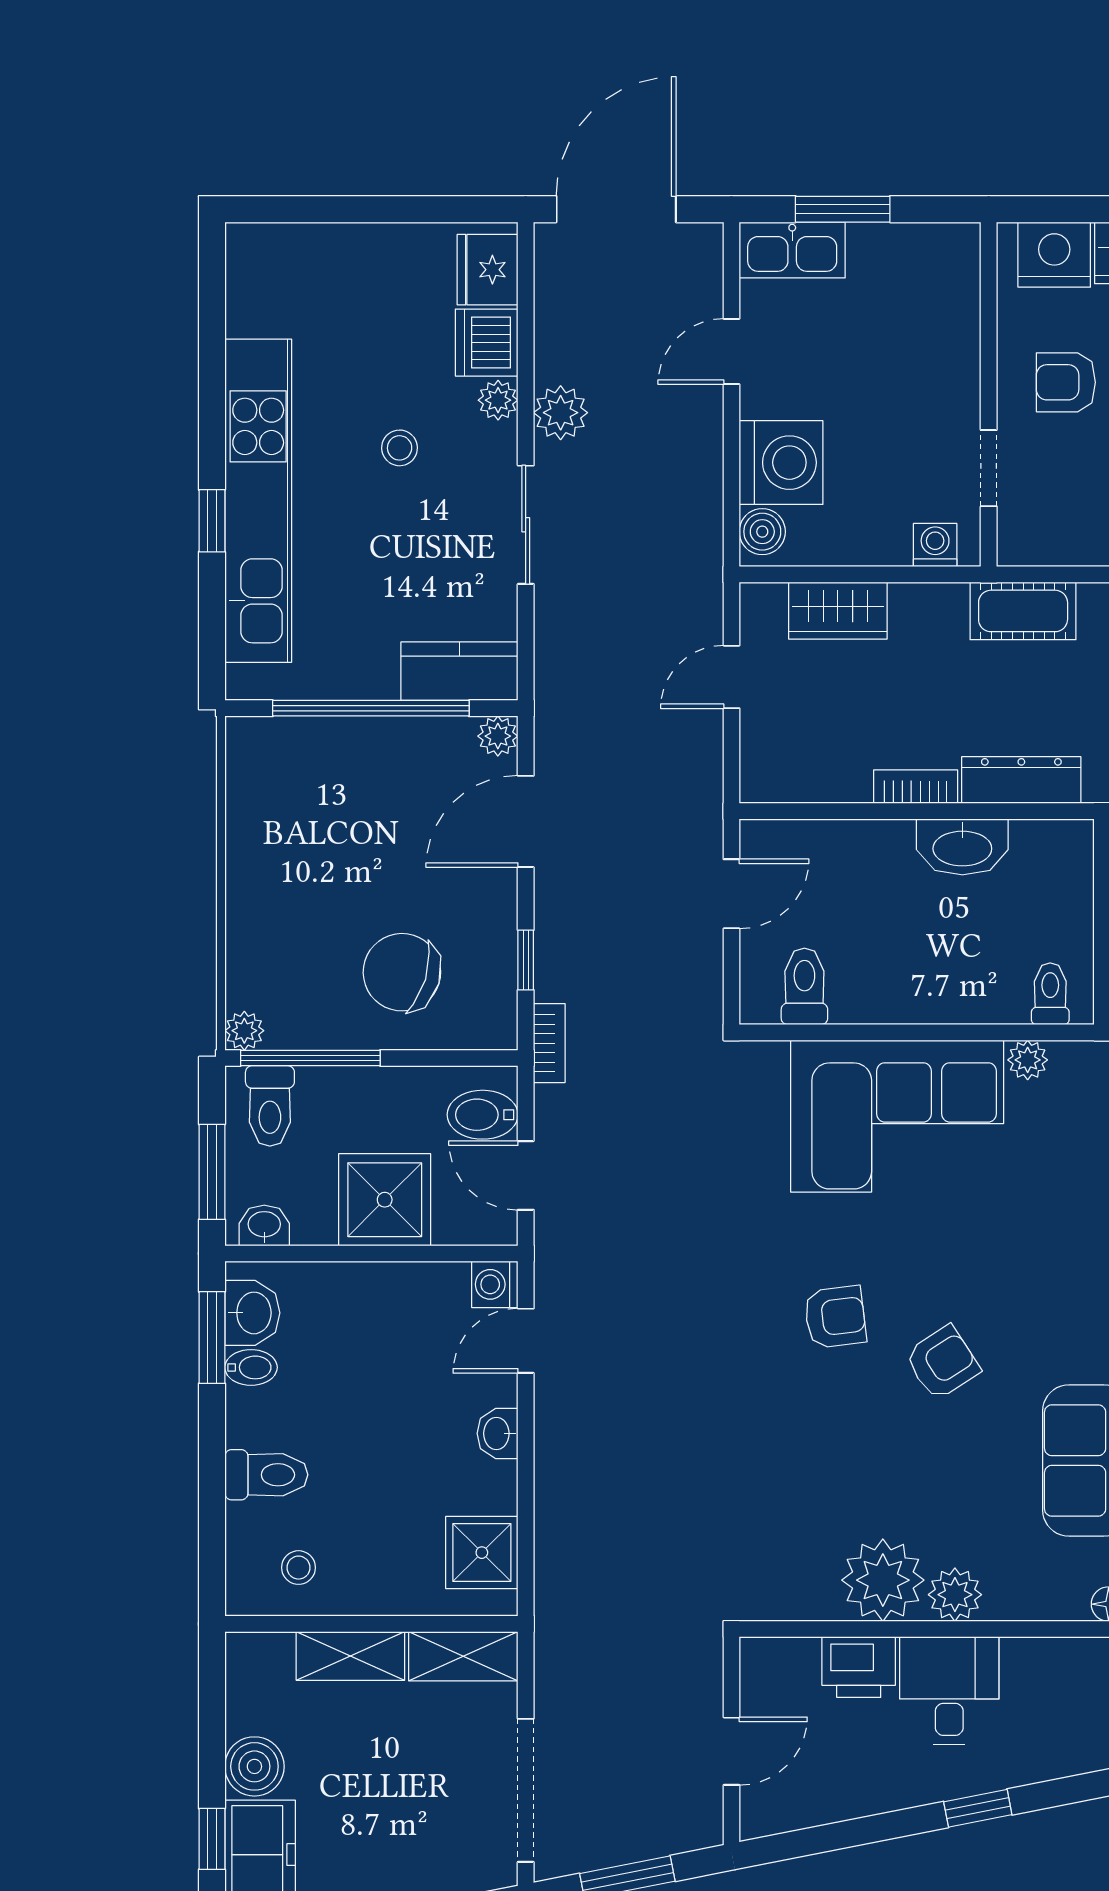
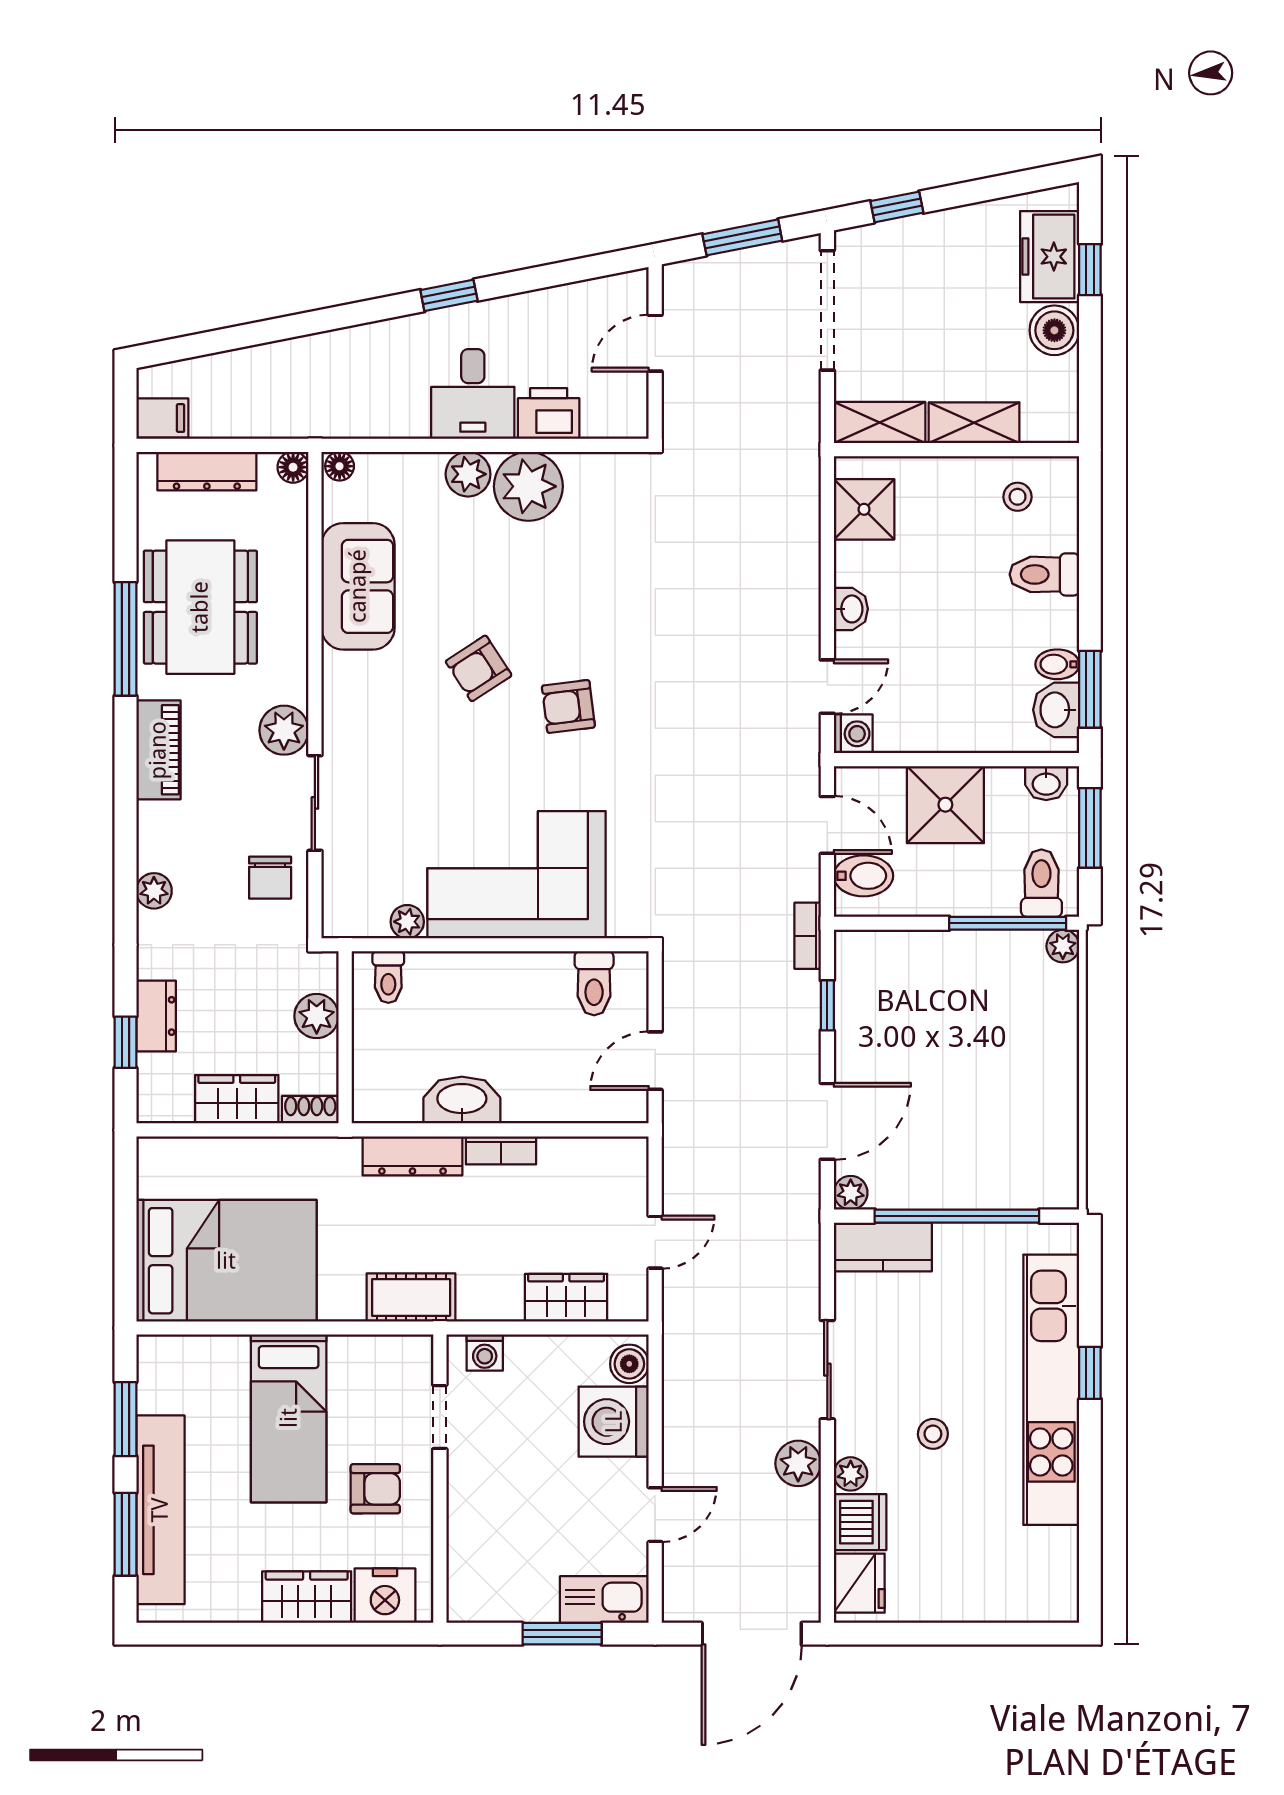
chair: (402, 972) -> (931, 995), removed

